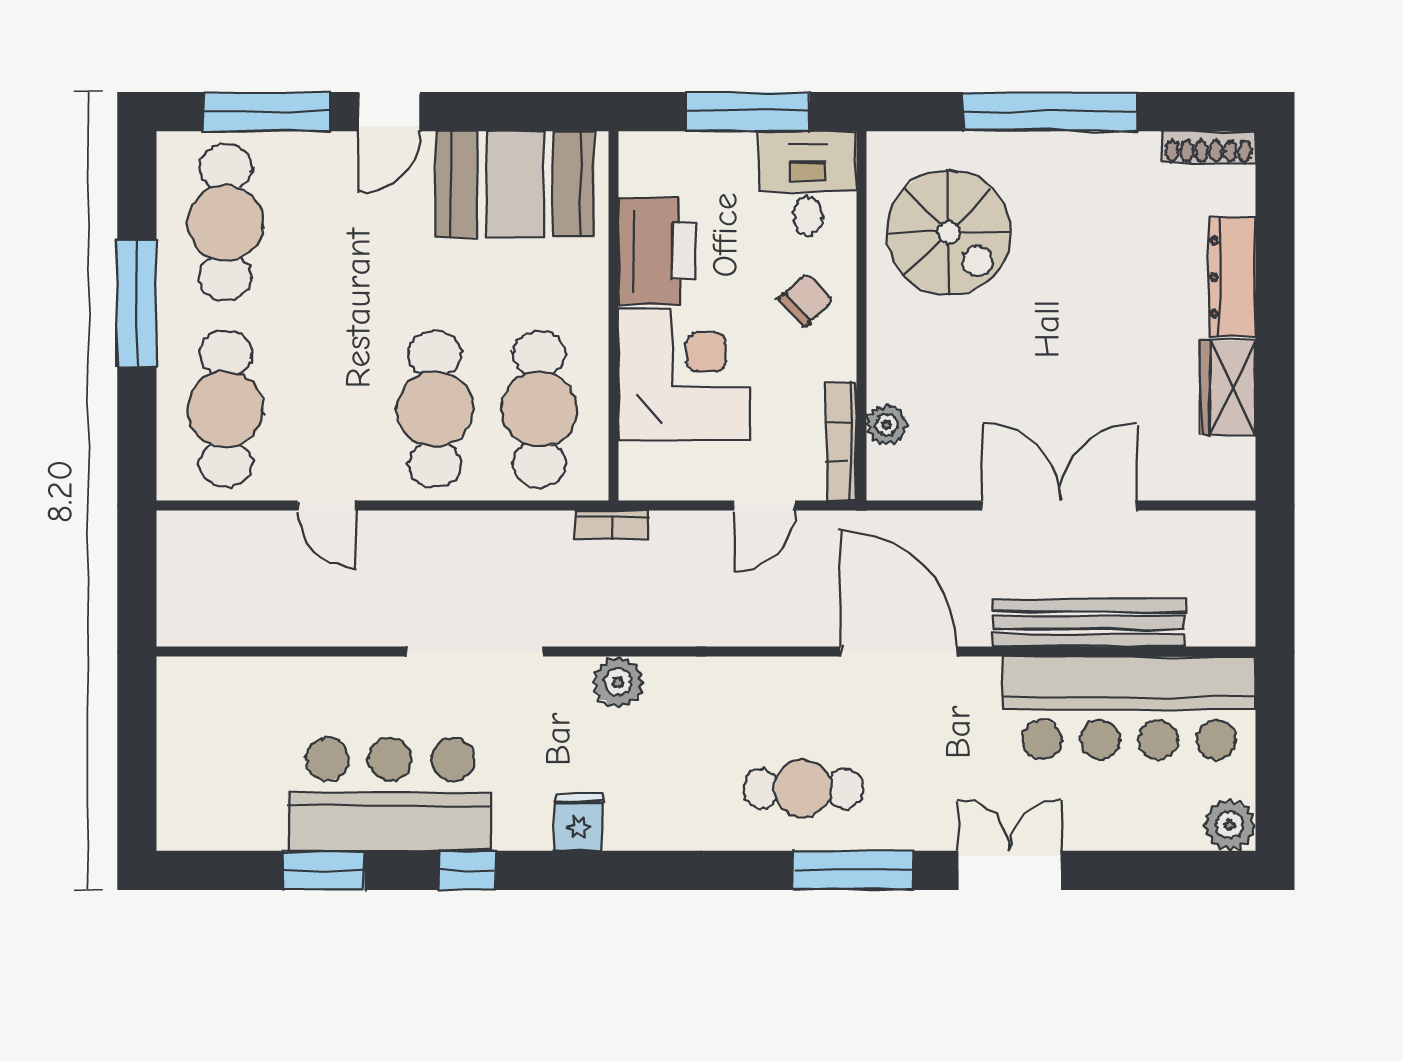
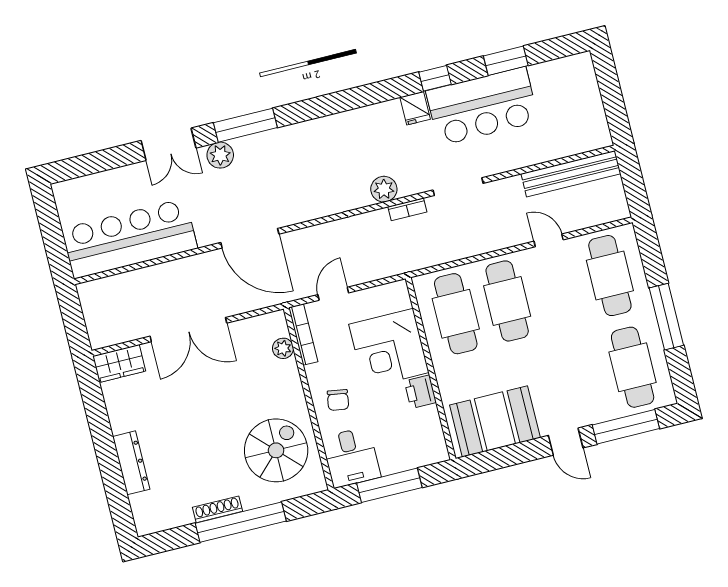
door: (389, 112) -> (566, 442), swing flipped
shoe rack: (1208, 147) -> (217, 509), moved
spiral stairs: (949, 232) -> (276, 450), turned 90
printer: (657, 251) -> (420, 392), width x0.53, depth x0.68
chair: (806, 300) -> (338, 400), turned -38
wardrobe: (1228, 388) -> (119, 364), moved, turned 90
bookcase: (612, 525) -> (407, 209), moved, turned 180
bench: (1089, 623) -> (571, 174), moved
doorway: (475, 651) -> (458, 187), width x0.73
cafe table: (803, 789) -> (280, 159), removed
fridge: (579, 822) -> (415, 108), moved
plant: (1230, 825) -> (220, 155), moved

